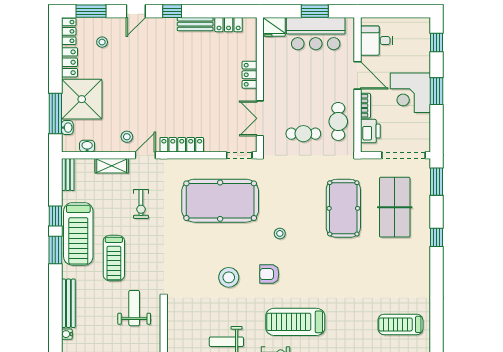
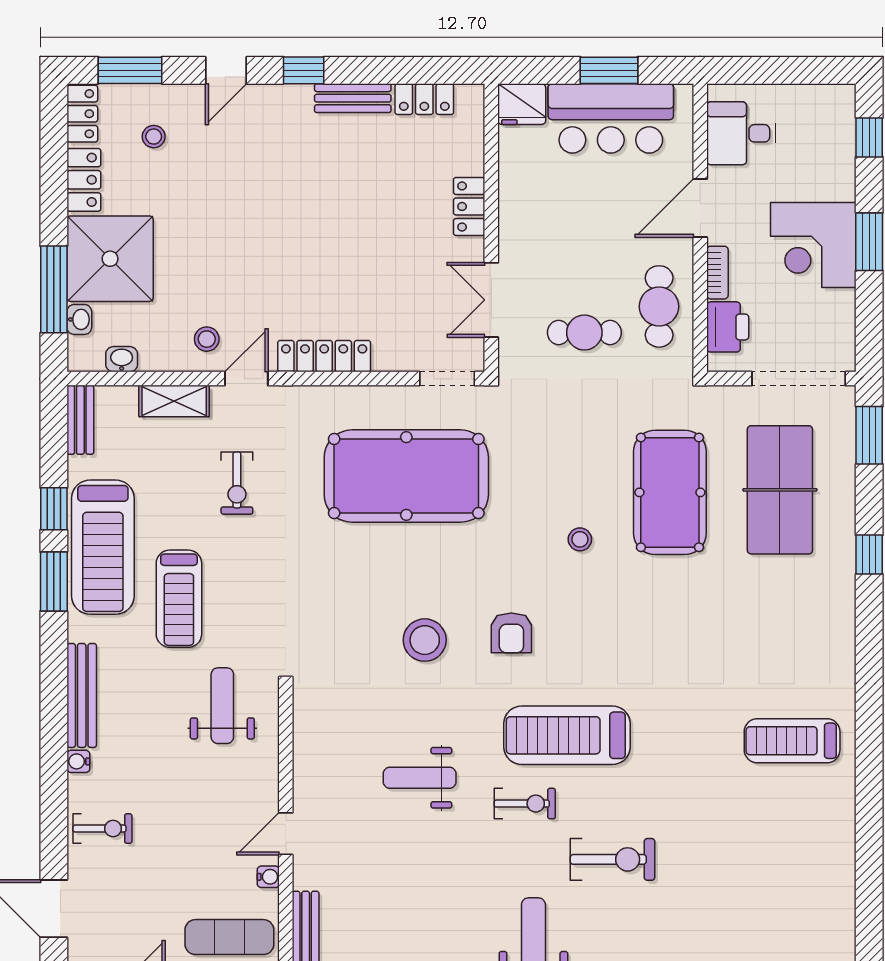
door: (357, 75) -> (700, 208), swing flipped
stool: (280, 233) -> (580, 539), moved
armchair: (269, 274) -> (511, 633), turned -90

